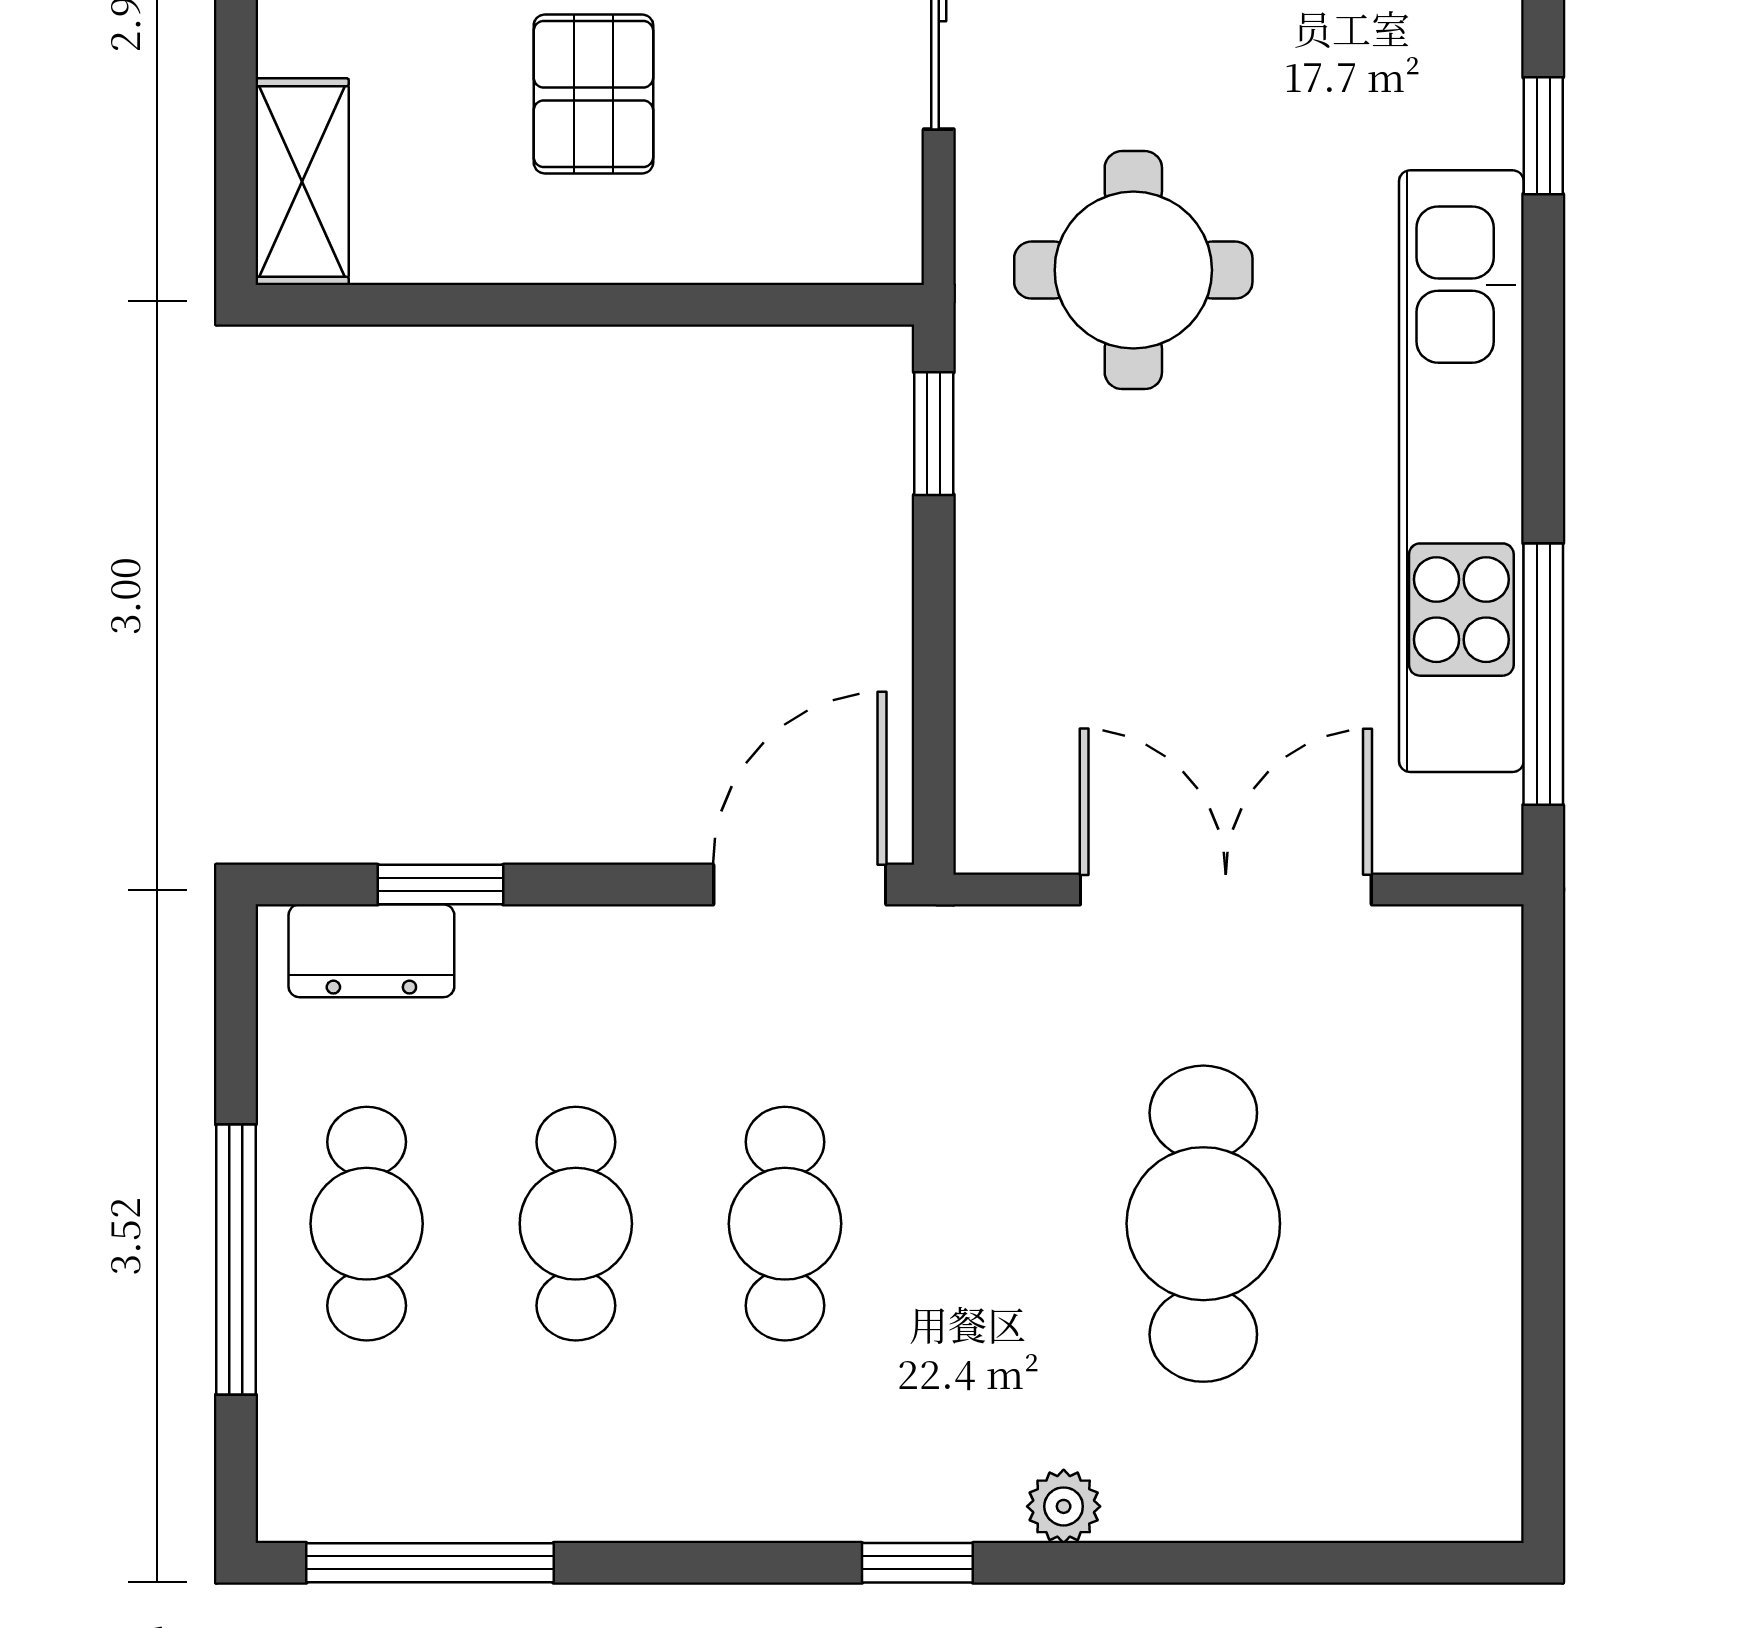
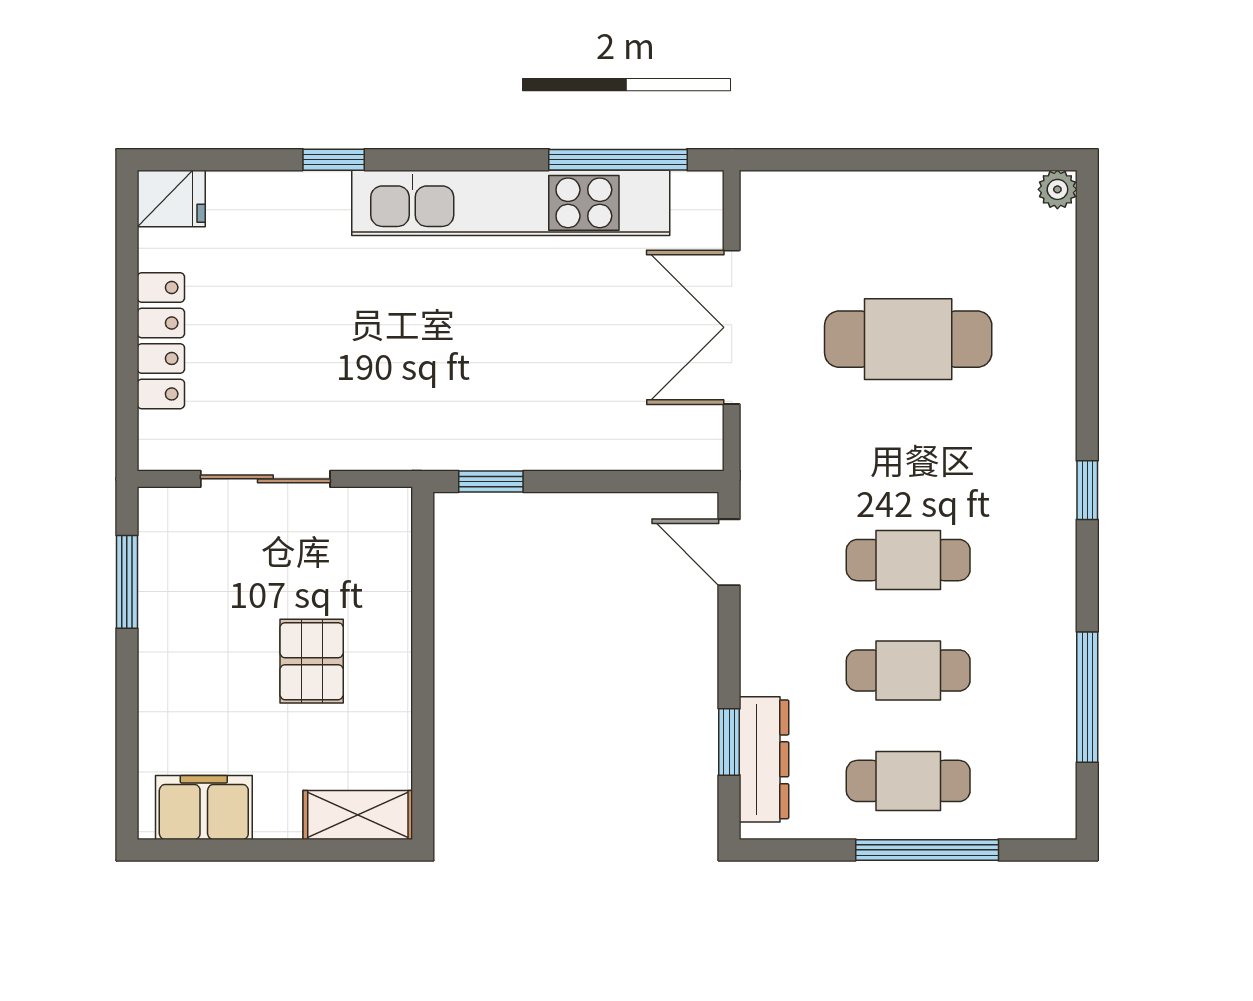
pallet: (593, 94) -> (312, 661), turned 90
round table: (1133, 270) -> (405, 376), removed
door: (800, 885) -> (729, 552), width x0.73
dresser: (371, 951) -> (764, 759), width x1.44
plant: (1064, 1506) -> (1057, 189), moved
window: (430, 1563) -> (1087, 697), moved

